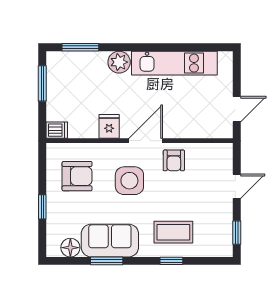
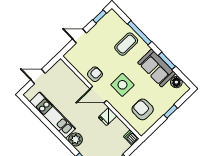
door: (237, 109) -> (38, 76), moved
coffee table: (173, 232) -> (126, 44), turned 90
window: (171, 261) -> (139, 33), width x2.17

